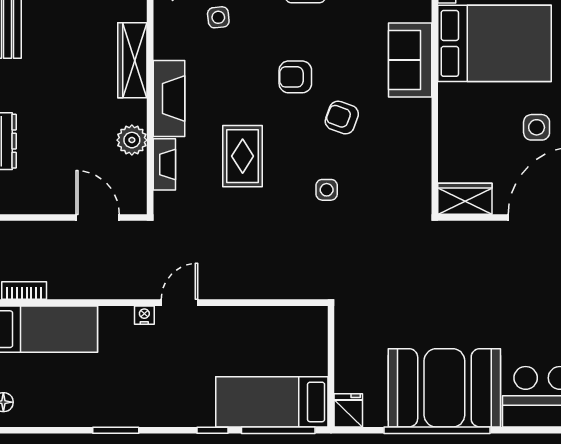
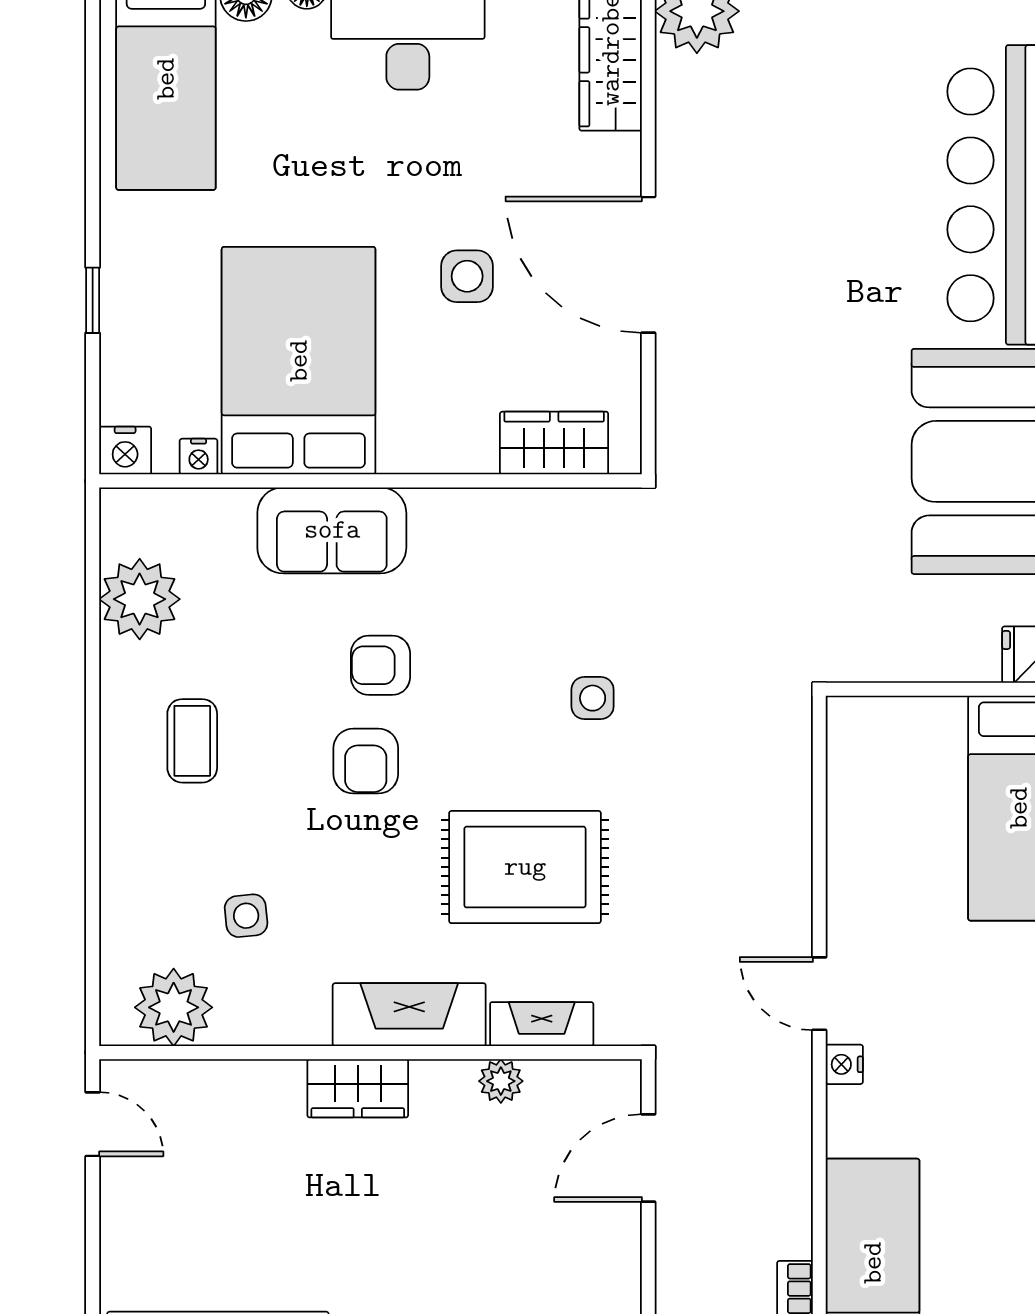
wardrobe: (132, 60) -> (358, 1088), width x0.67
armchair: (342, 118) -> (380, 665), moved, turned 70
plant: (132, 140) -> (501, 1081), width x0.73, depth x0.73
rug: (243, 156) -> (525, 867), width x1.36, depth x1.43
wardrobe: (465, 199) -> (554, 443), moved, turned 90

